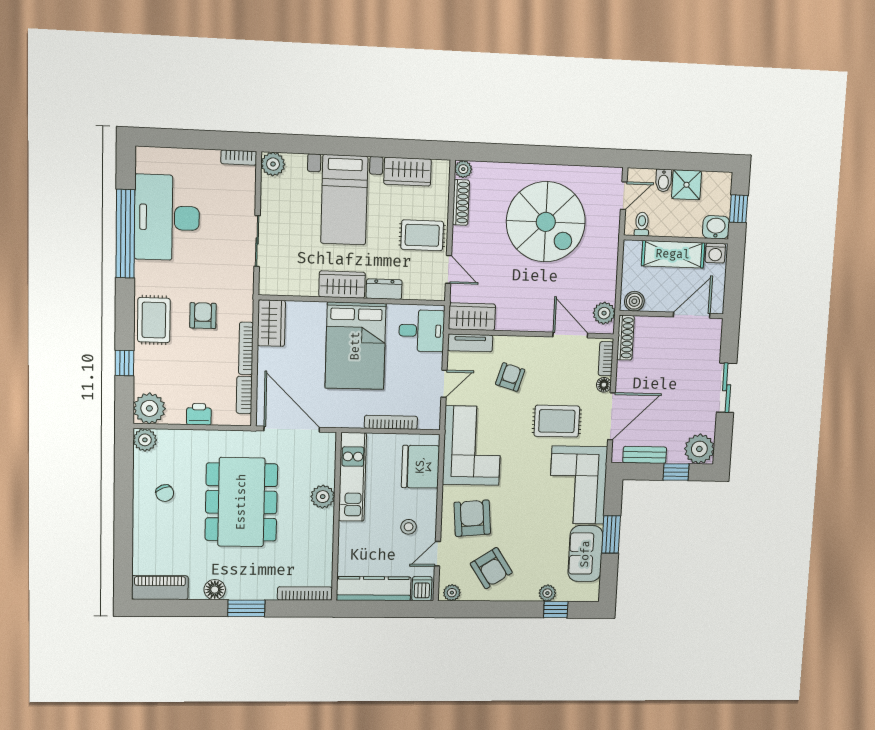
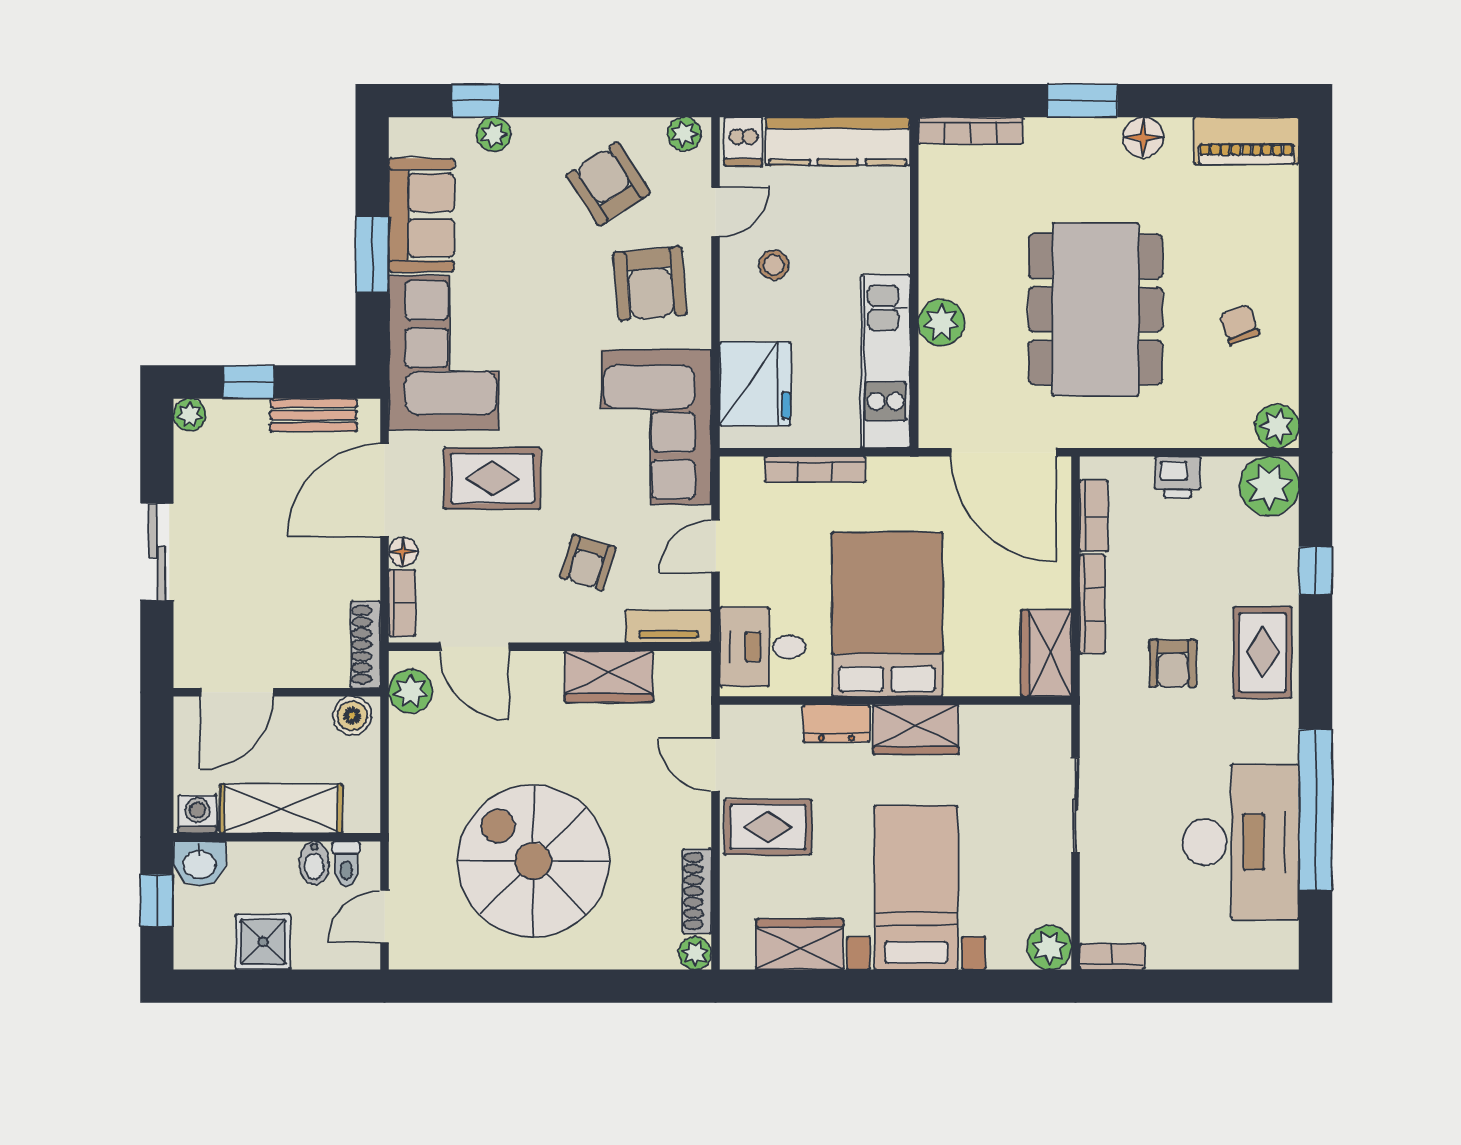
bidet: (663, 181) -> (314, 863), moved, turned 180
wardrobe: (472, 317) -> (609, 677), moved
plant: (699, 449) -> (190, 415), width x0.53, depth x0.53

